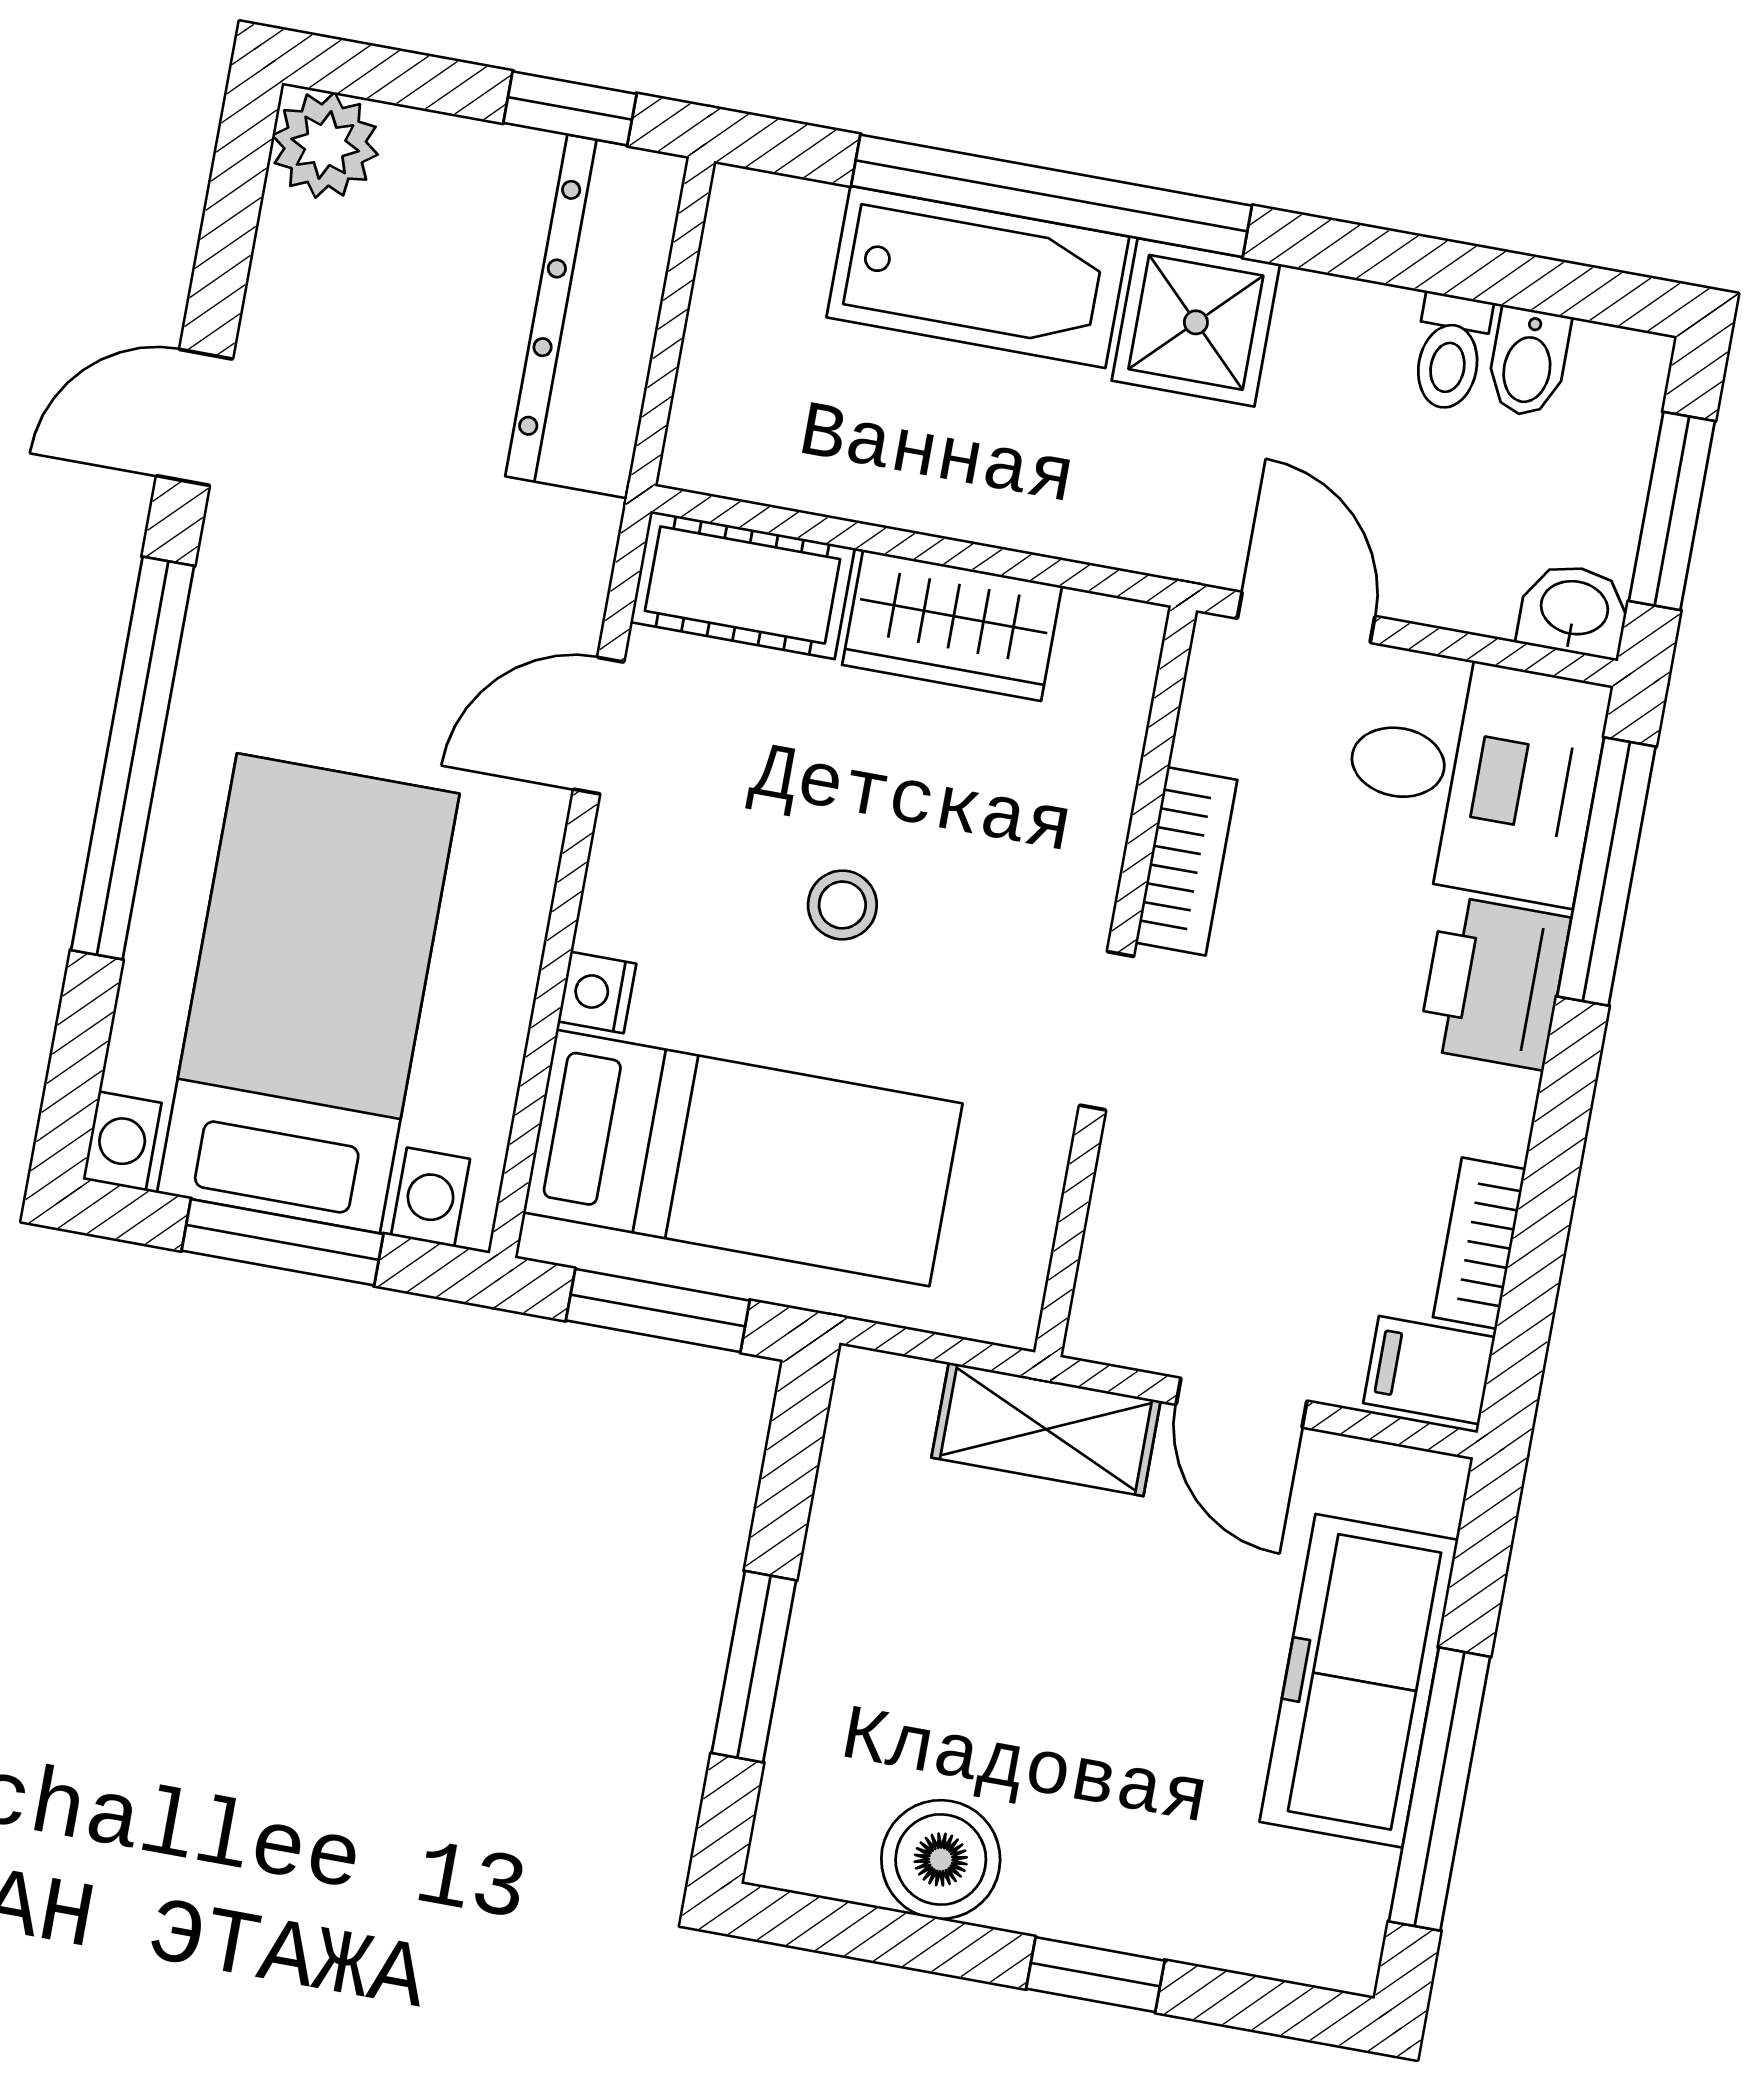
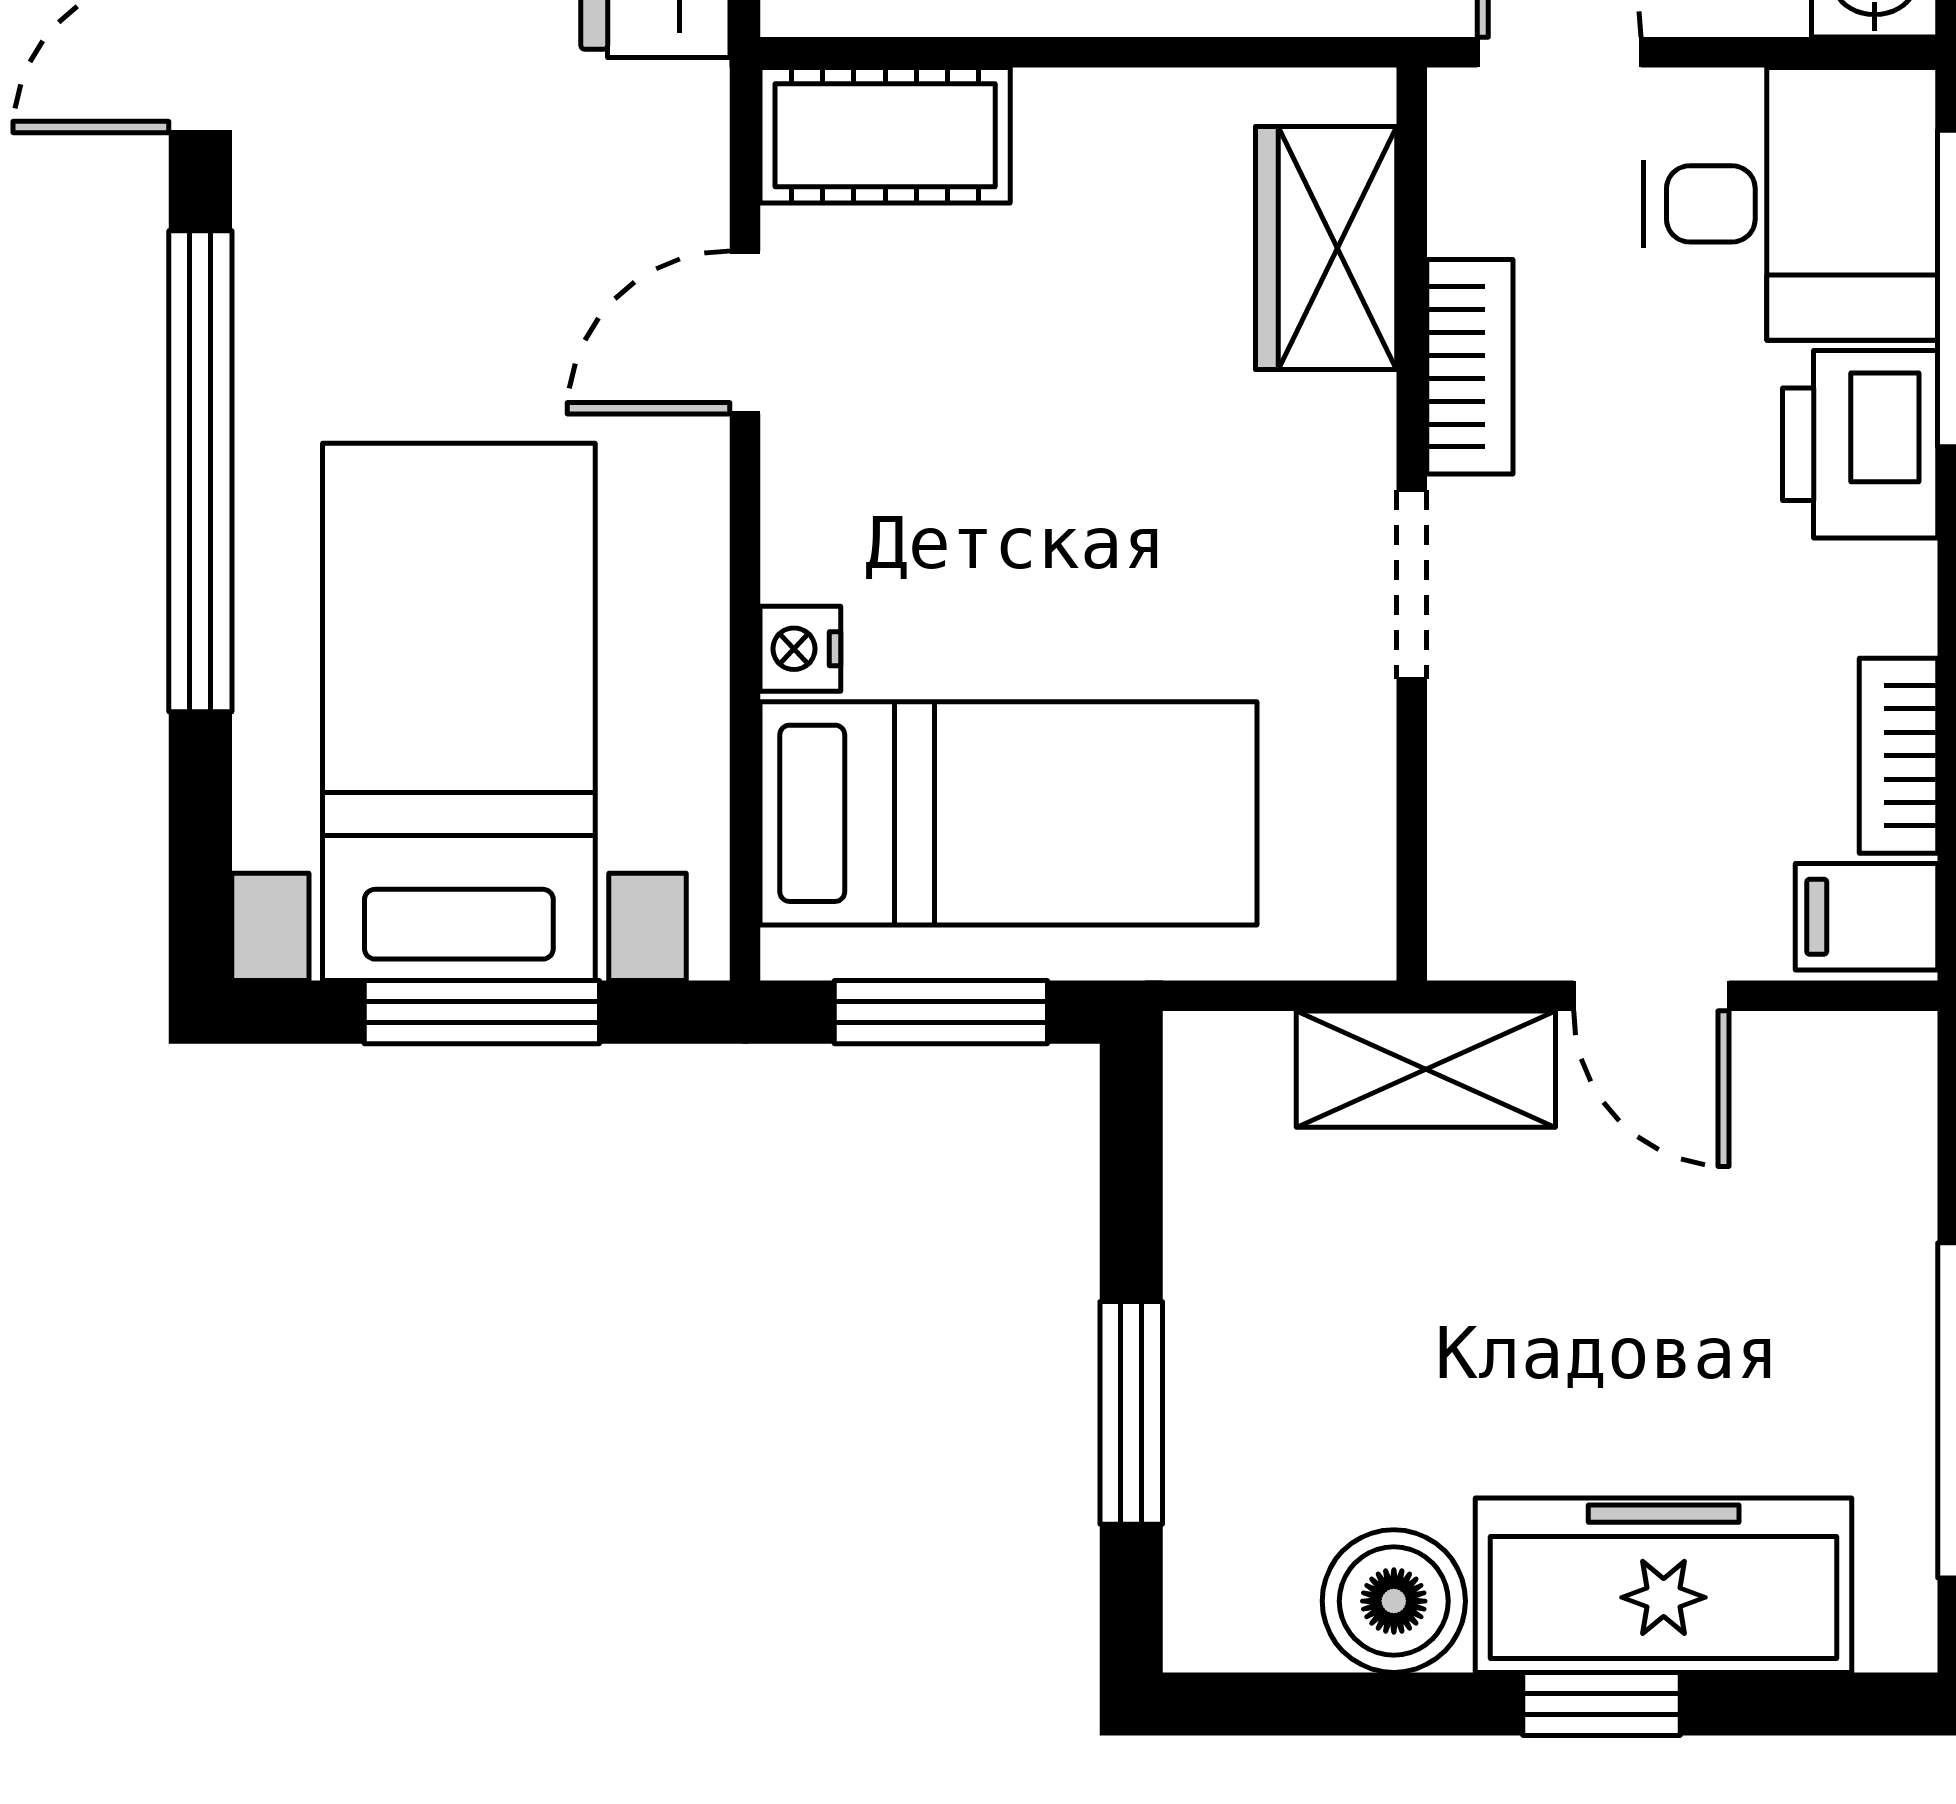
wardrobe: (952, 625) -> (1326, 248), moved, turned 90
stool: (842, 905) -> (1072, 492), removed
freezer: (1359, 1681) -> (1664, 1585), moved, turned 90

